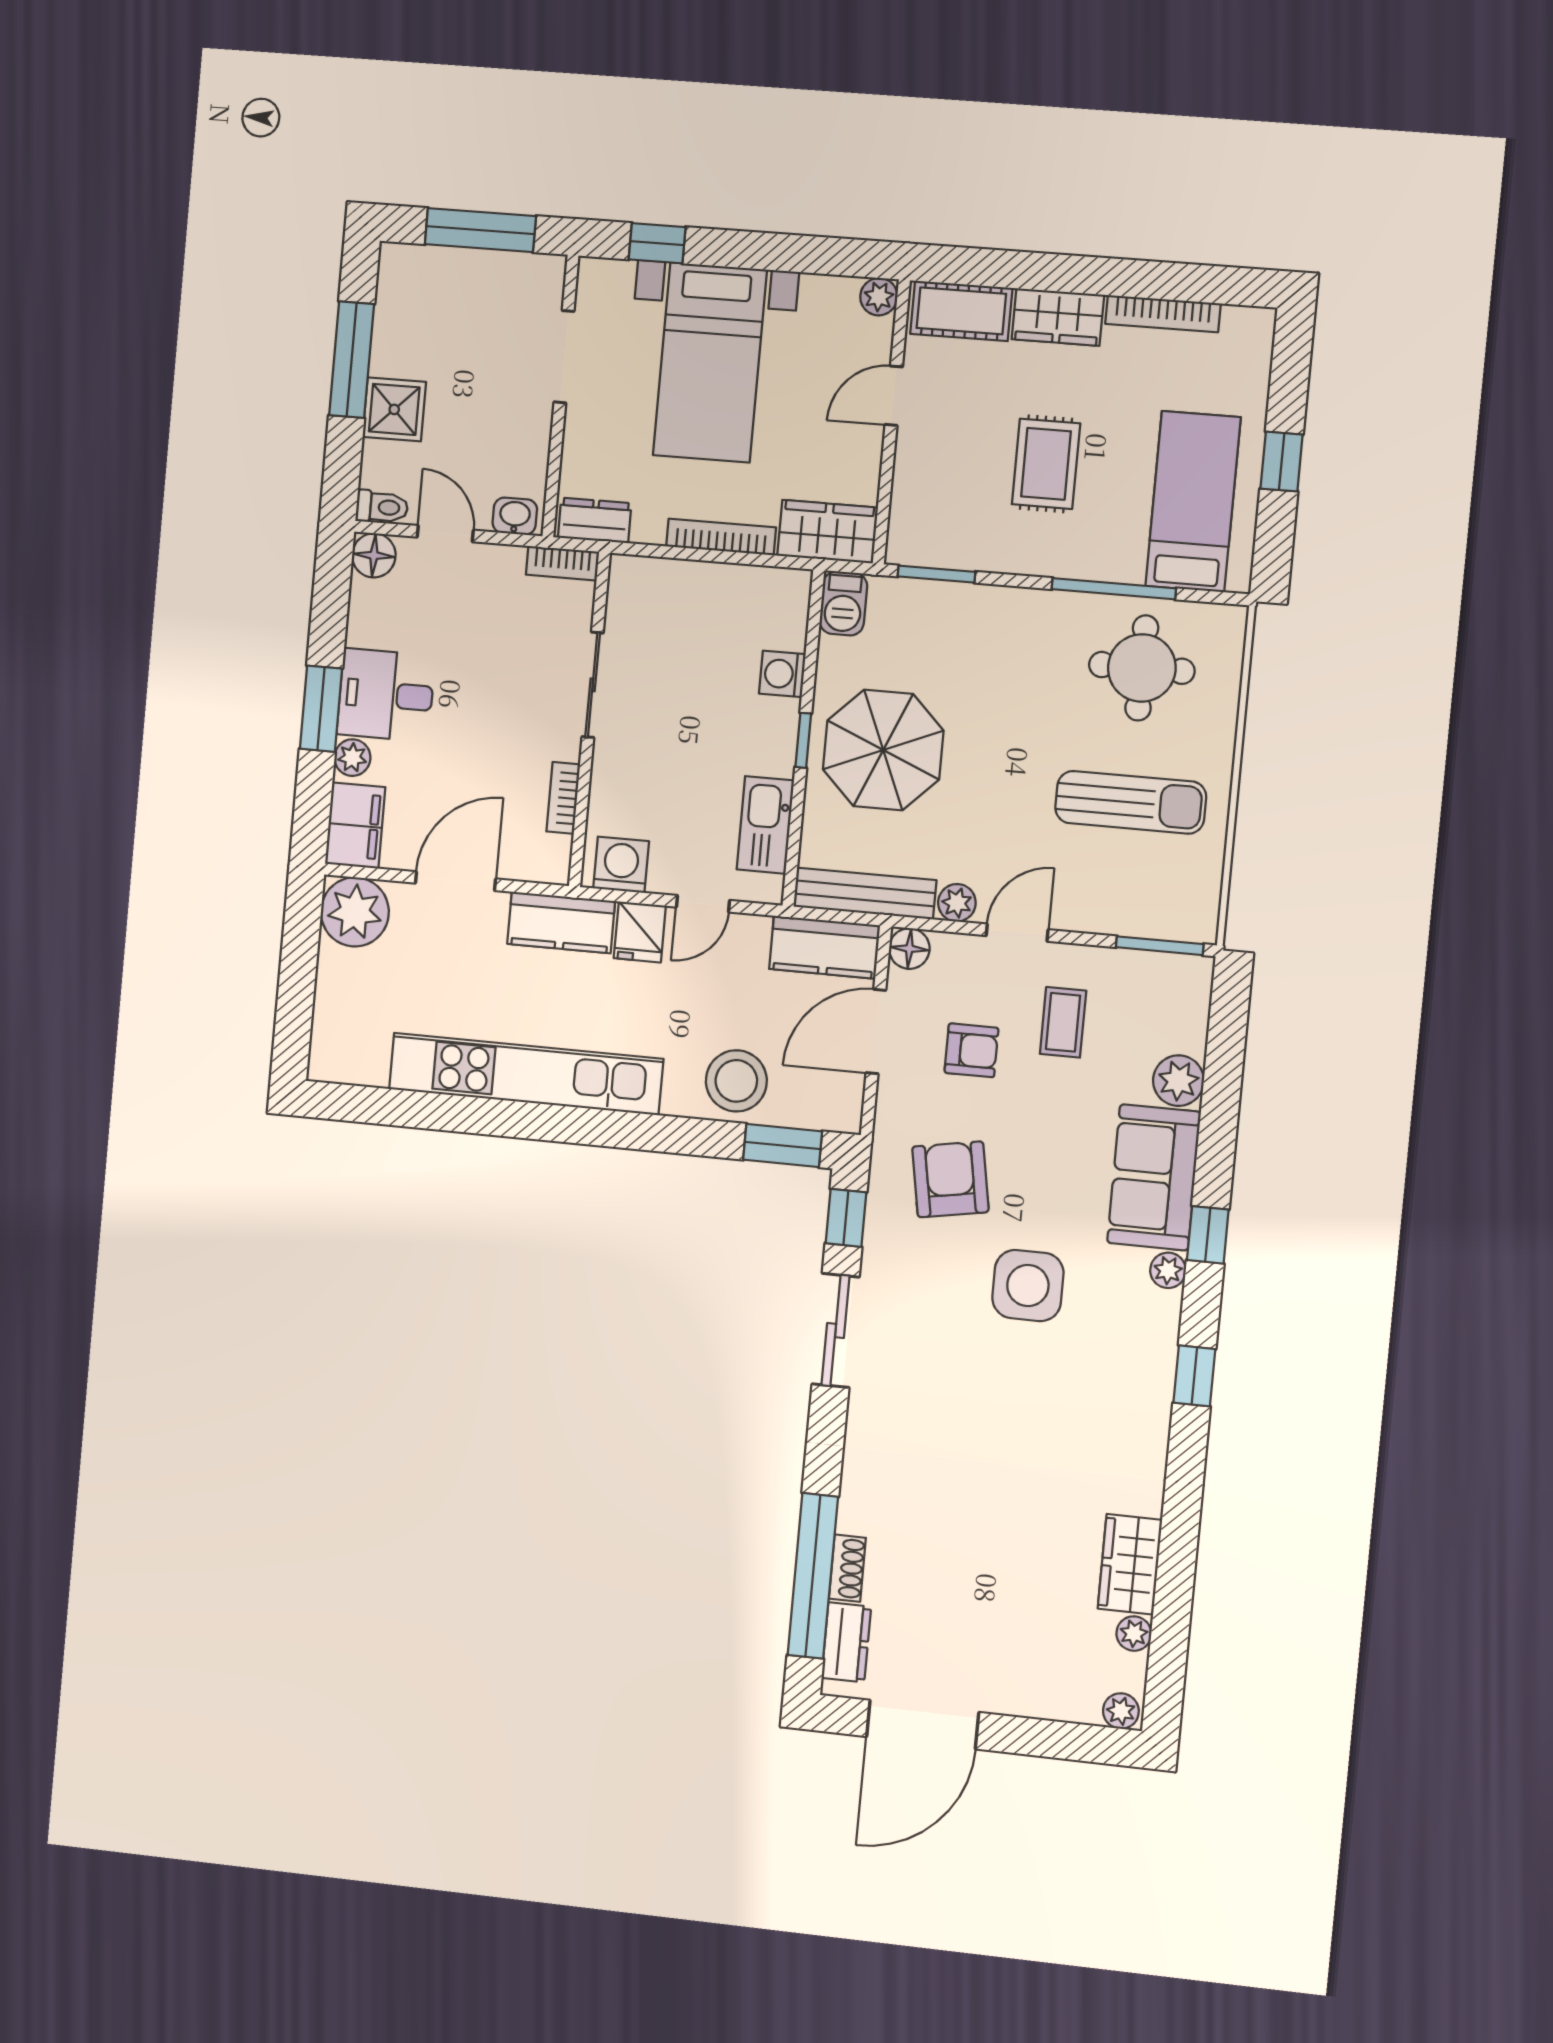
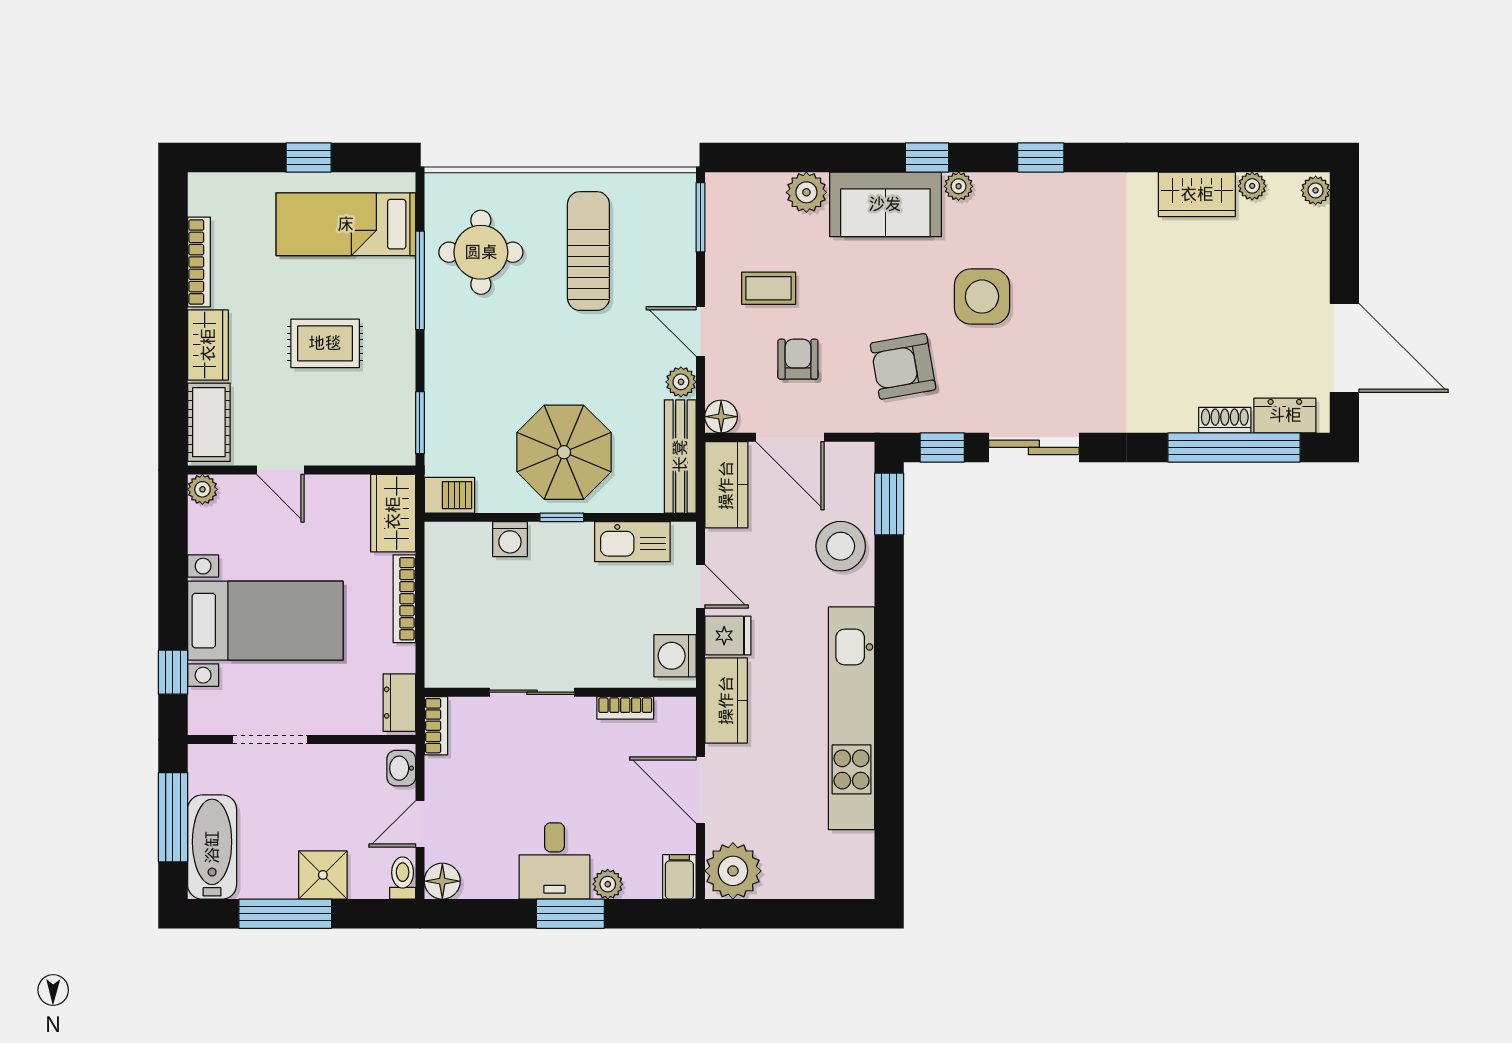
bathtub: (440, 276) -> (212, 847), added
filing cabinet: (355, 825) -> (679, 877), width x0.50

